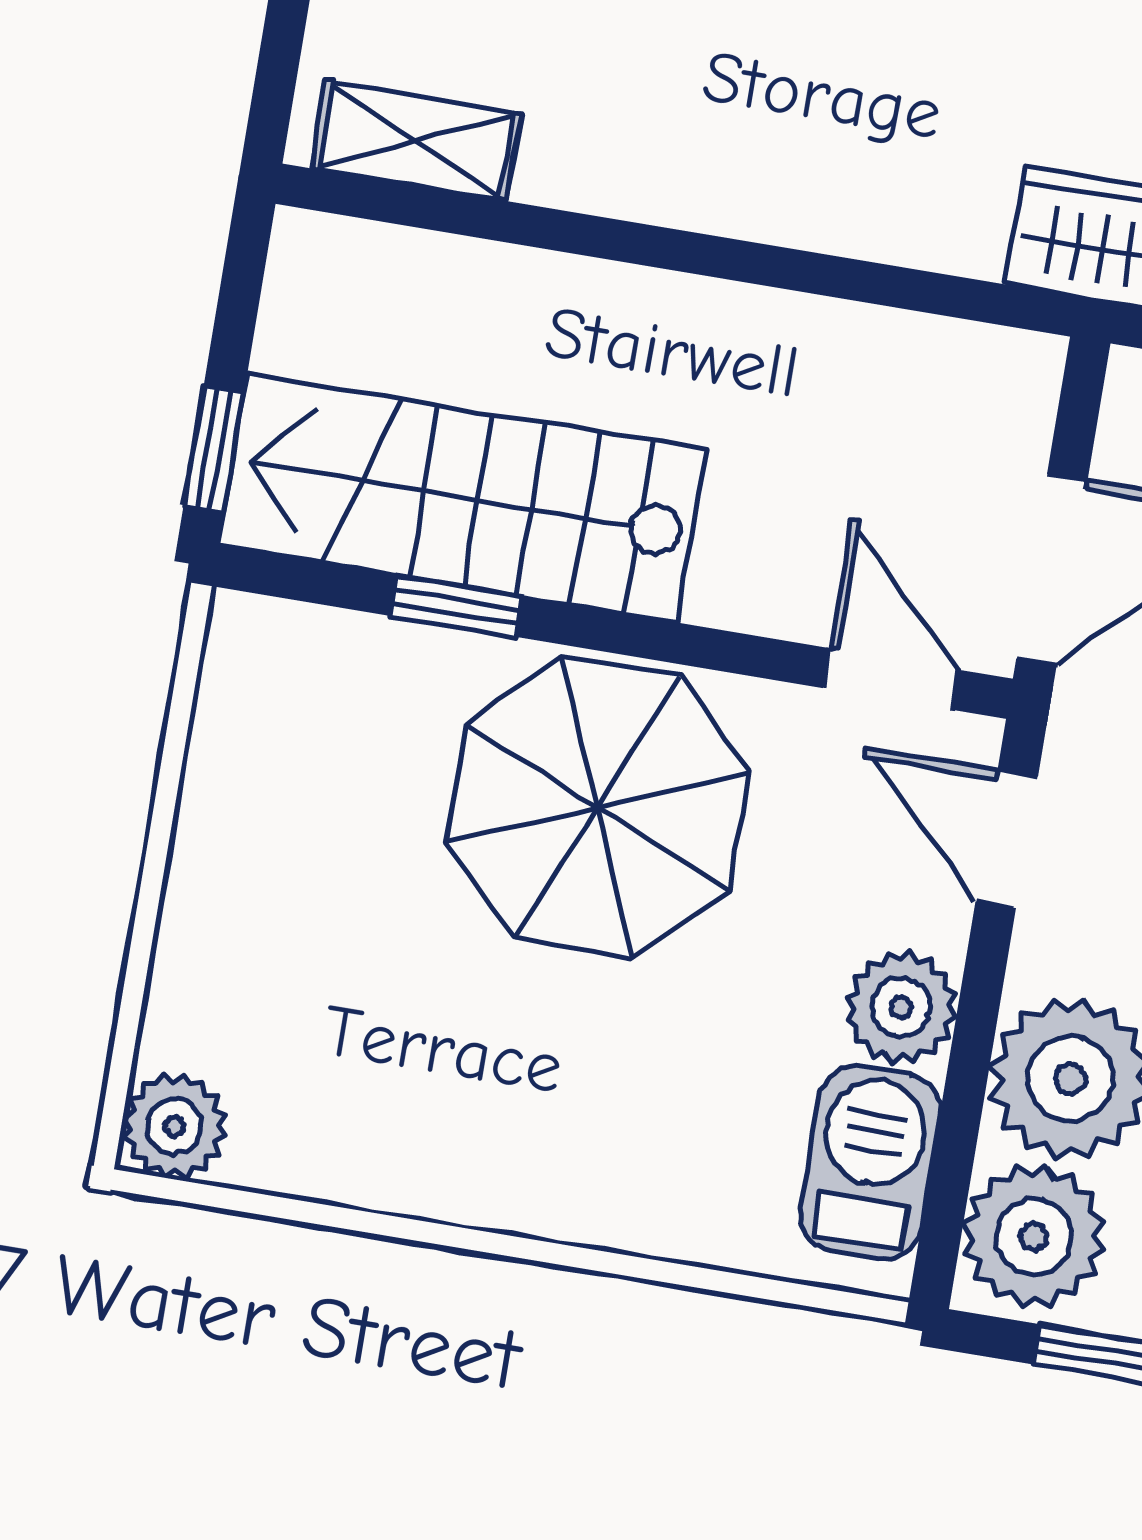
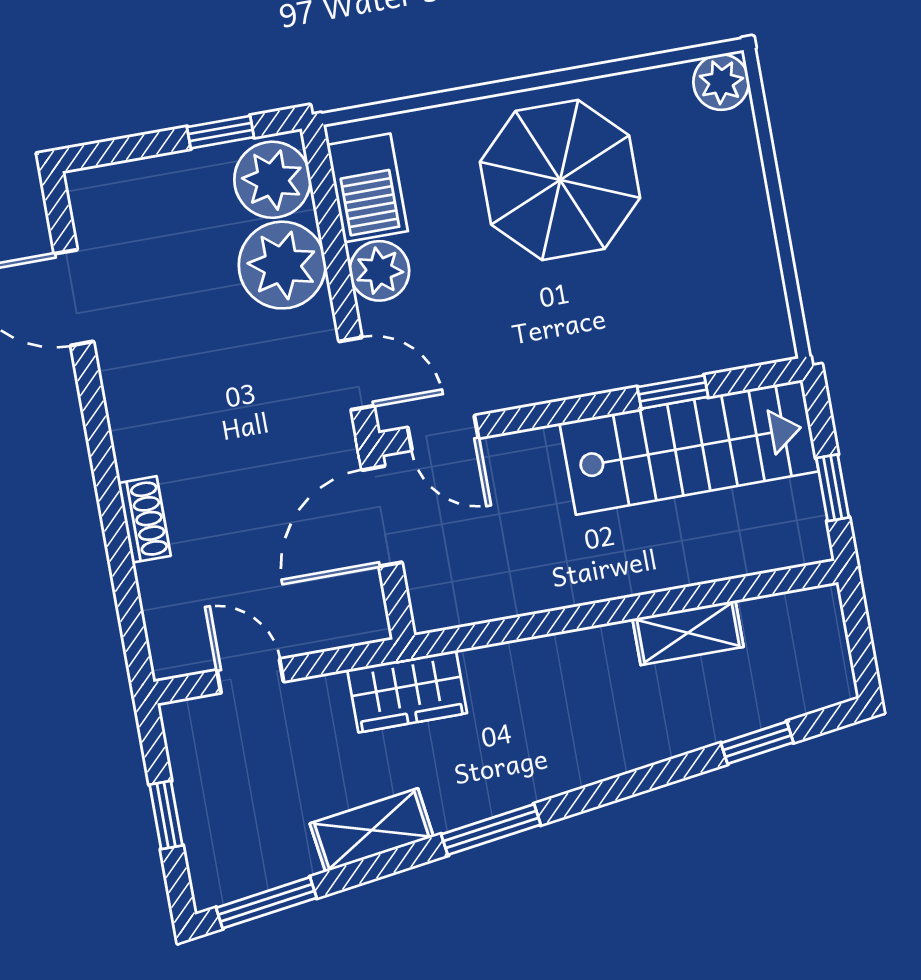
shelving: (416, 141) -> (688, 633), moved
window: (214, 450) -> (833, 488), moved
parasol: (597, 807) -> (560, 180), moved

